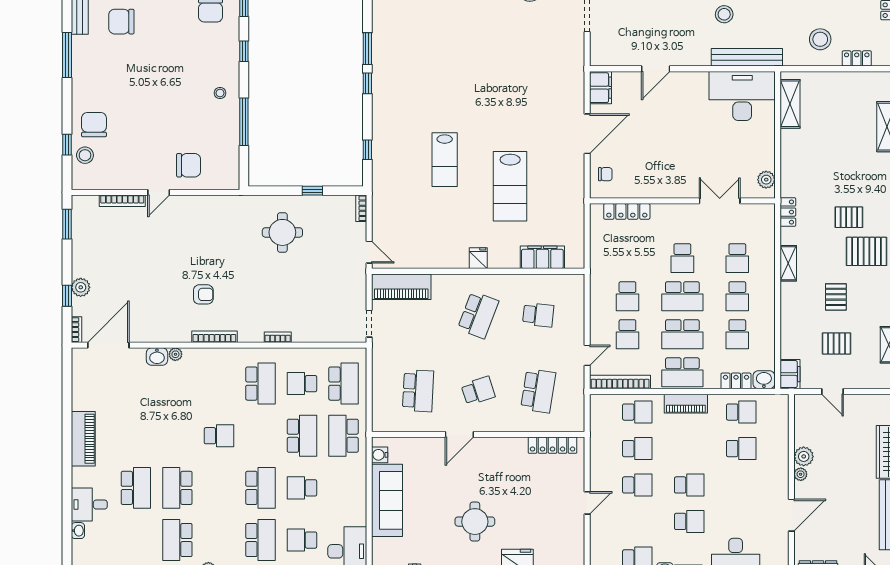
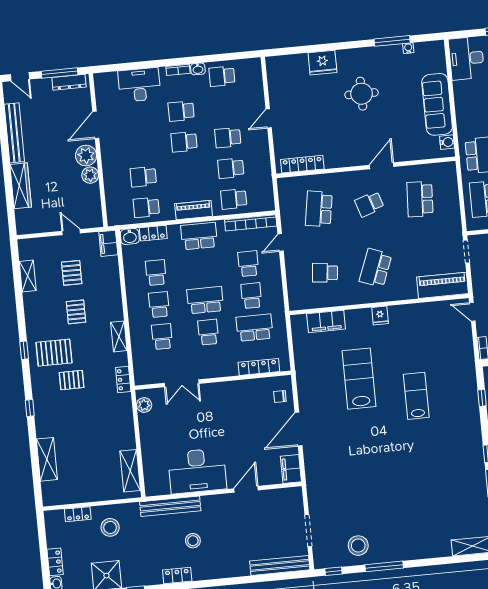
desk: (742, 96) -> (197, 471), moved
school desk: (682, 334) -> (254, 328), moved
pallet: (837, 343) -> (72, 273), turned 90
plant: (801, 474) -> (86, 156), width x1.87, depth x1.87

